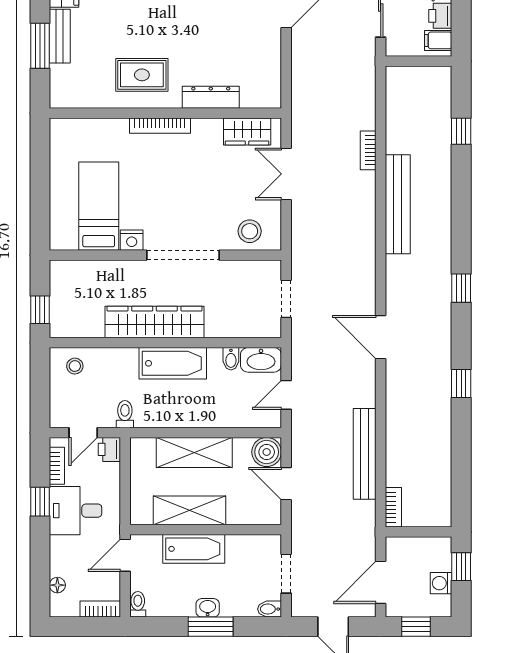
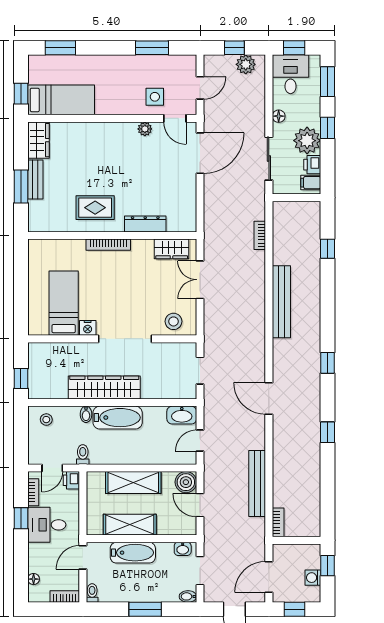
bookcase: (368, 150) -> (260, 235), moved
bidet: (231, 359) -> (86, 414), moved
washbasin: (208, 608) -> (183, 549), moved, turned 180

